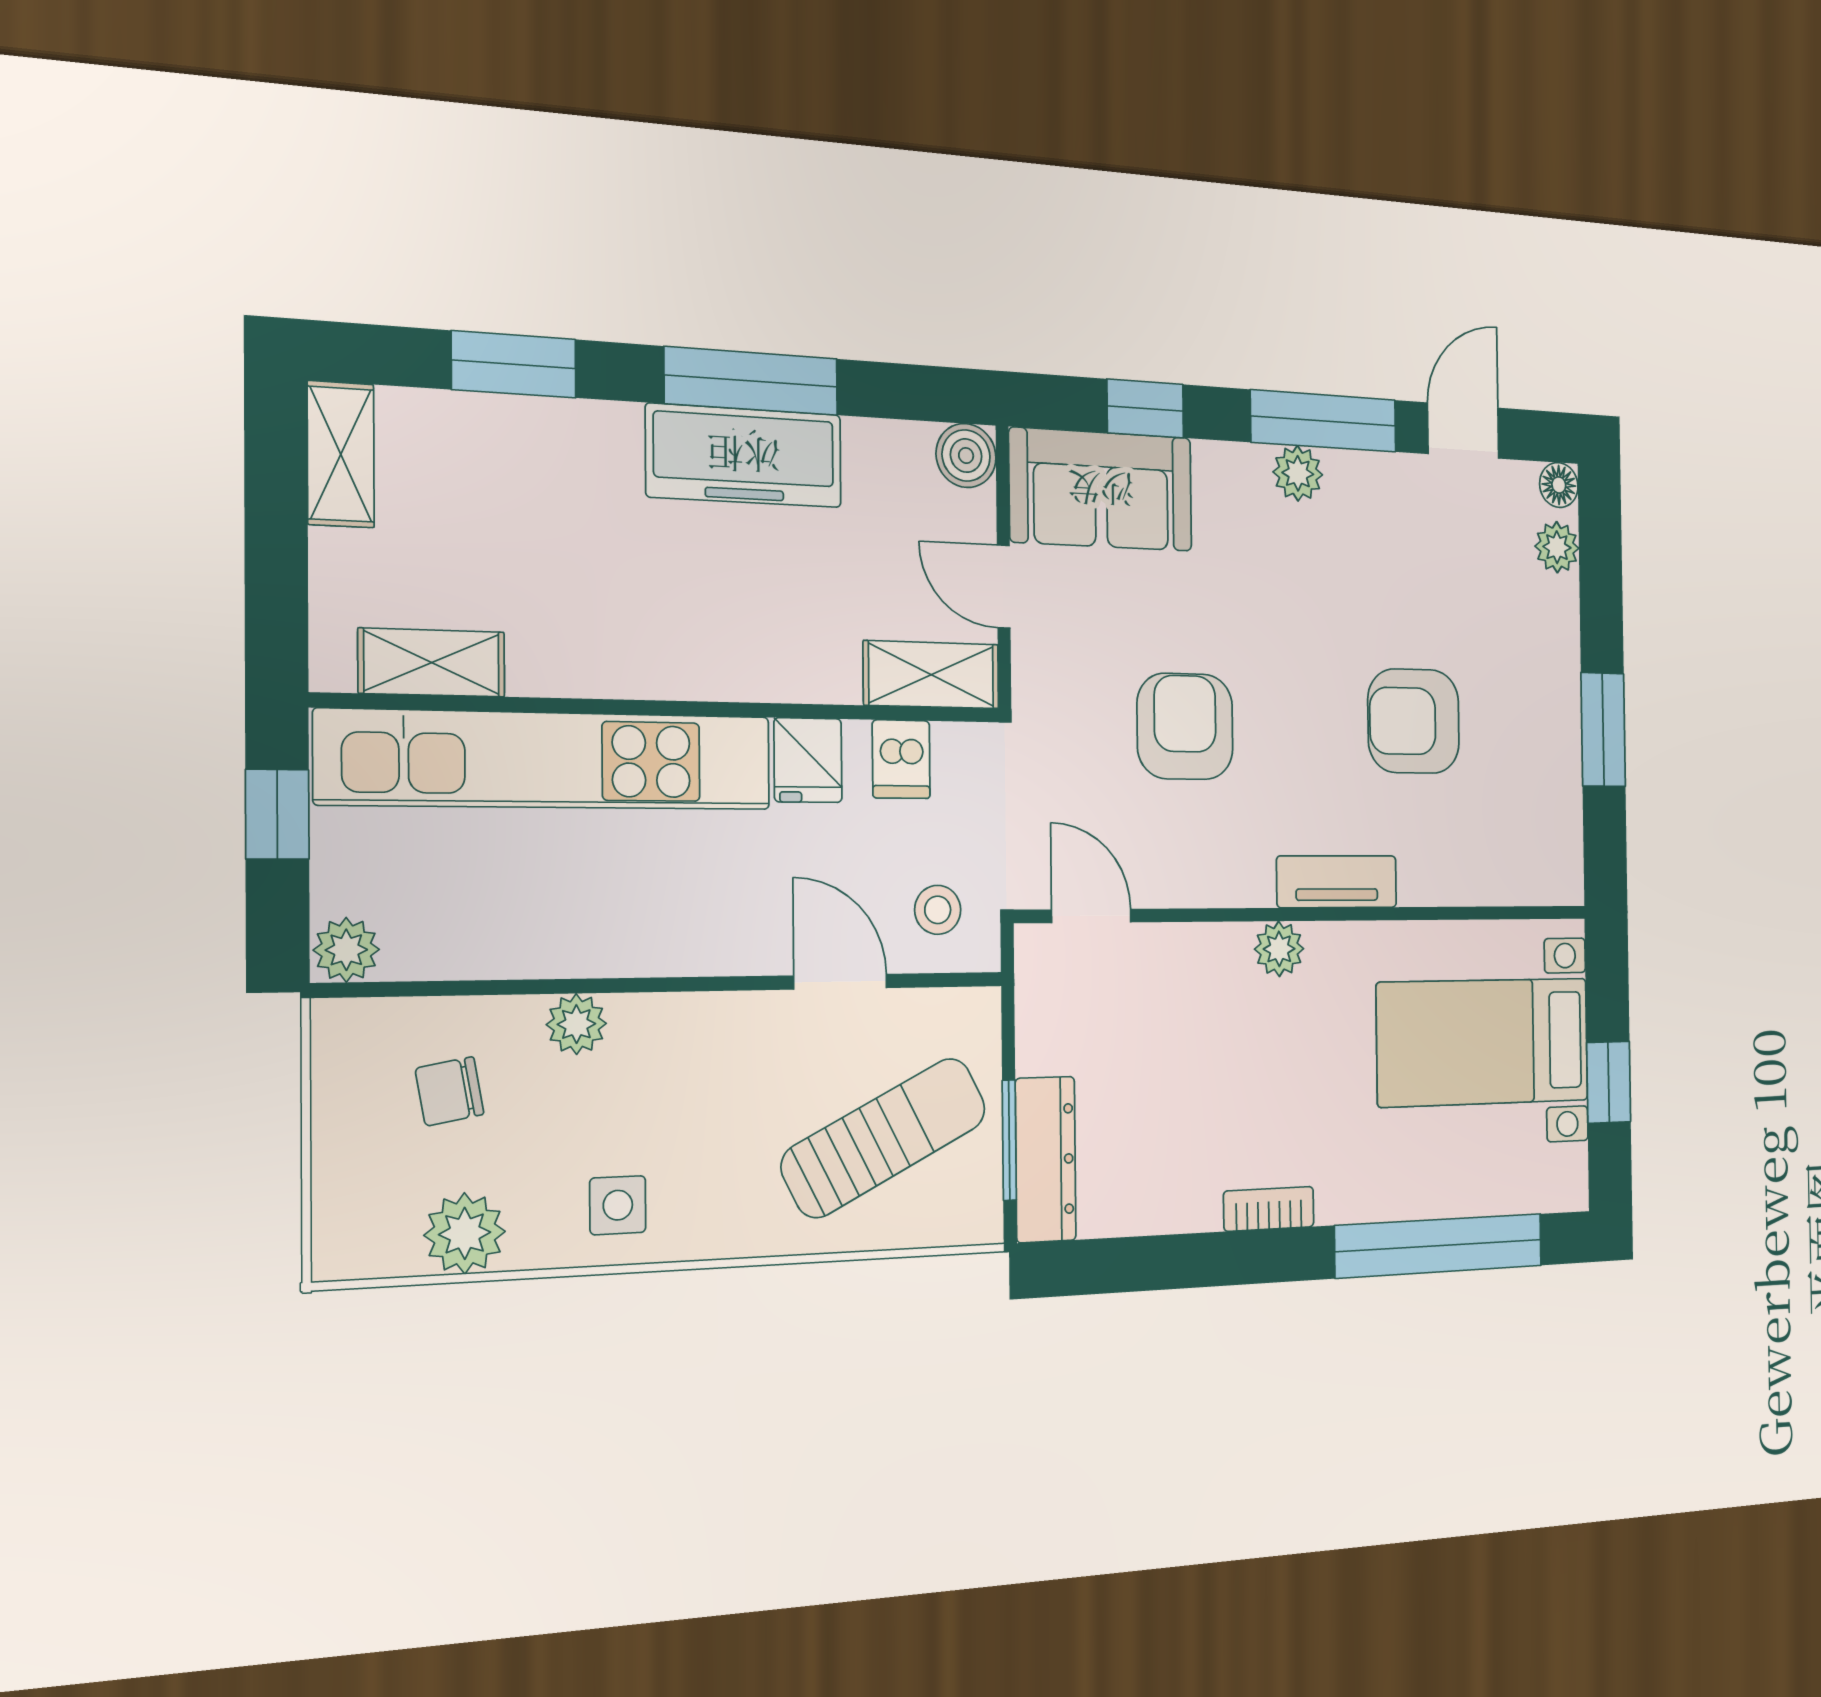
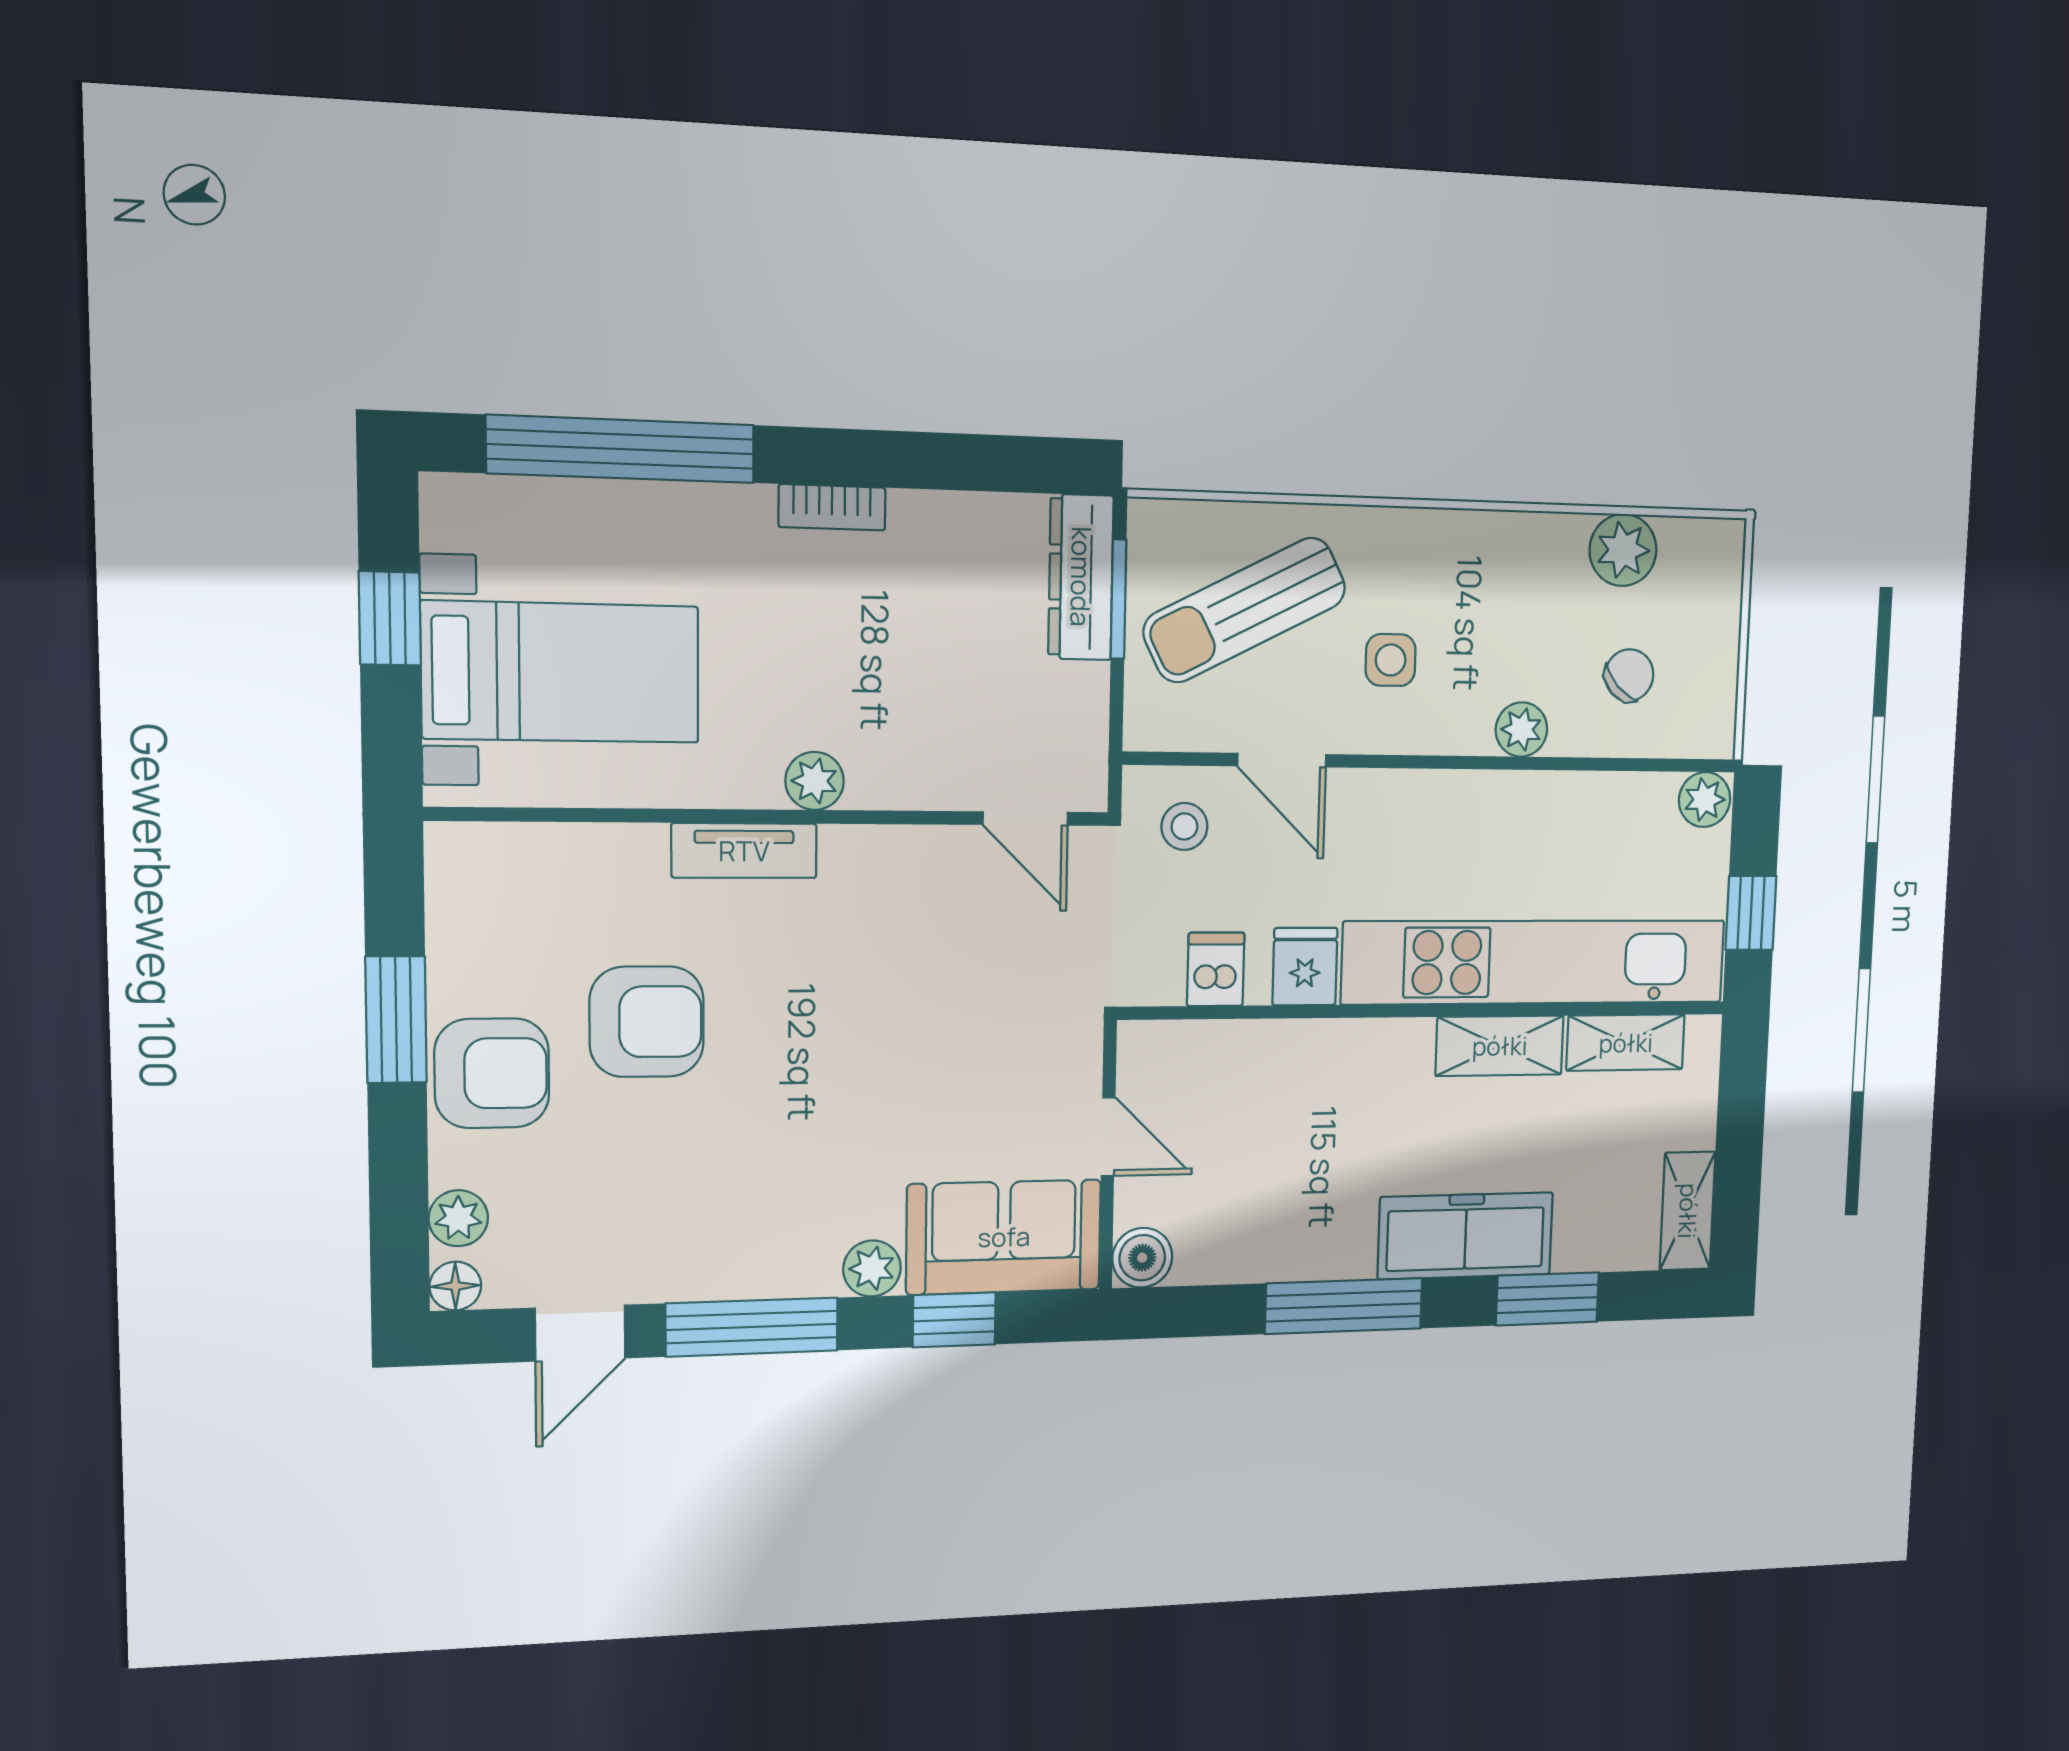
freezer: (744, 456) -> (1466, 1236), moved
plant: (1298, 473) -> (872, 1268), moved
shelving: (931, 675) -> (1500, 1046), moved
armchair: (1185, 726) -> (492, 1073), moved, turned -90
chair: (450, 1091) -> (1629, 675), turned -33
side table: (618, 1205) -> (1391, 660), moved

